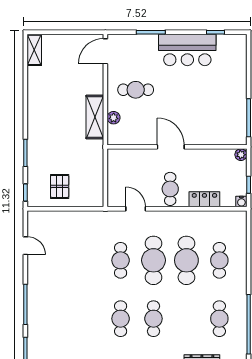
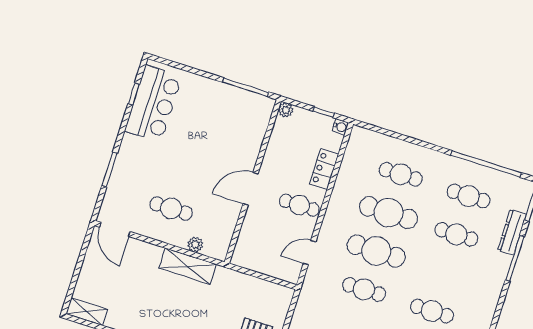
bar counter: (187, 50) -> (153, 104), moved
cafe table: (136, 90) -> (171, 208), turned 90
cafe table: (153, 319) -> (456, 234), moved

